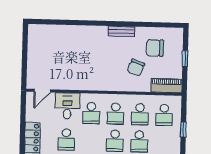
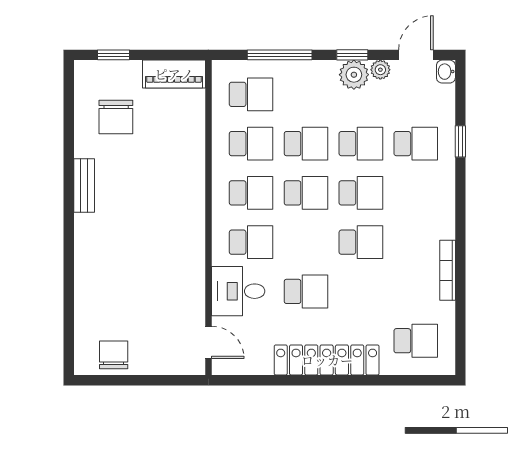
window: (185, 59) -> (114, 55), moved
chair: (136, 68) -> (114, 355), moved, turned -110
piano: (166, 85) -> (174, 74), moved, turned -90
window: (183, 129) -> (280, 55), width x2.17

